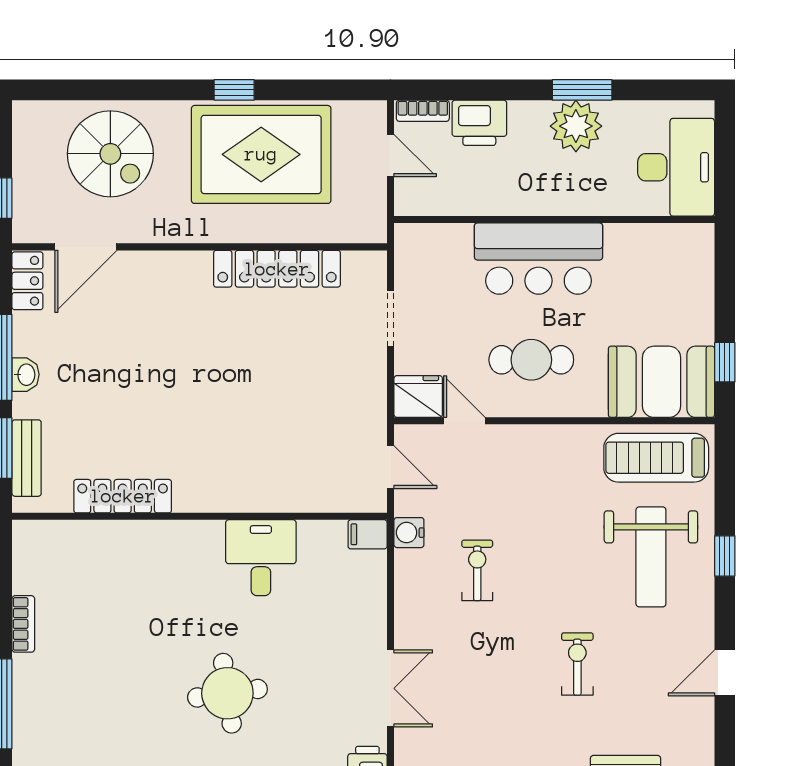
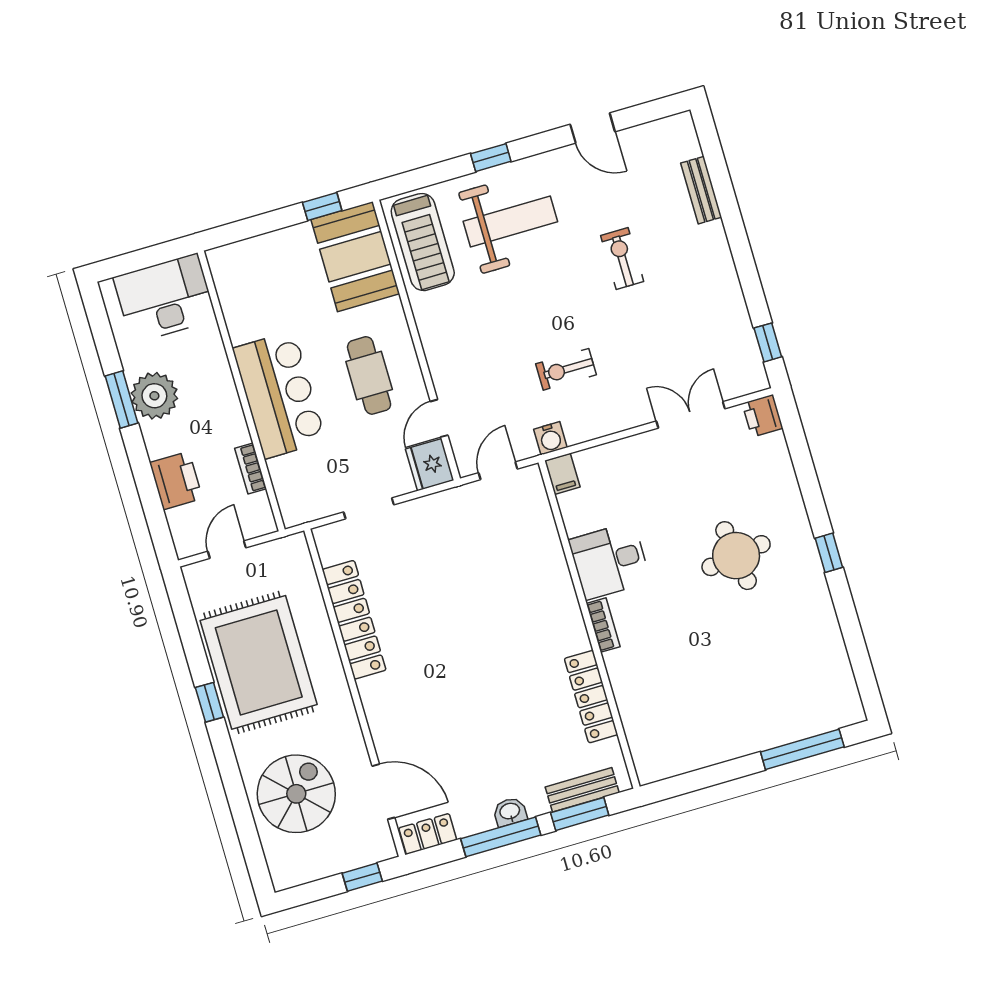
bookcase: (423, 111) -> (251, 469), moved, turned 180
bookcase: (23, 624) -> (603, 625), moved, turned 90
exercise bike: (577, 664) -> (622, 258), turned 90

